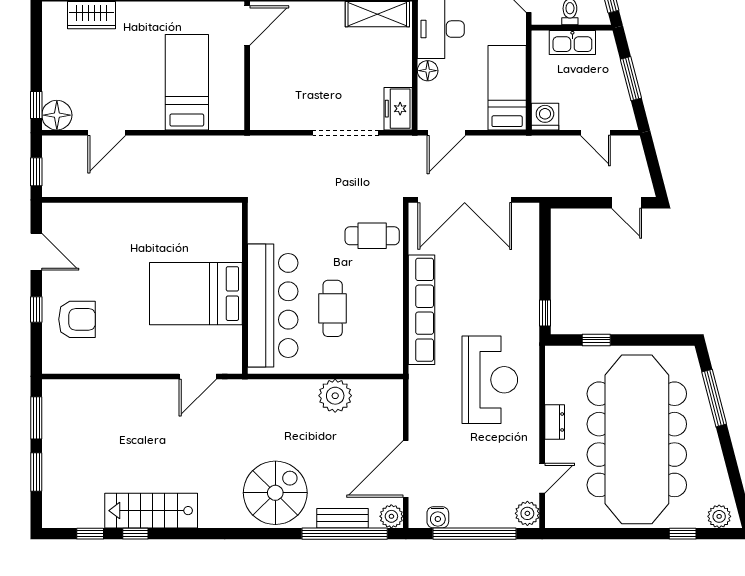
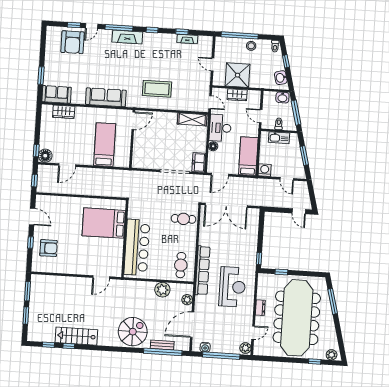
bed: (196, 294) -> (104, 223), moved
cafe table: (333, 308) -> (181, 265), moved
row of seats: (422, 310) -> (203, 270), moved
plant: (391, 516) -> (187, 300), moved

